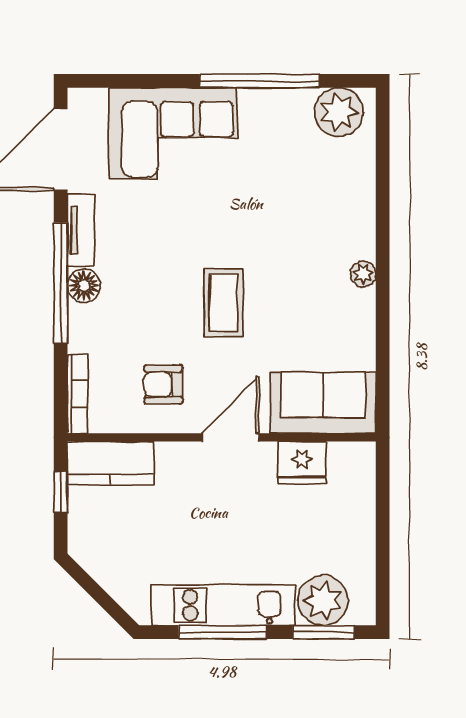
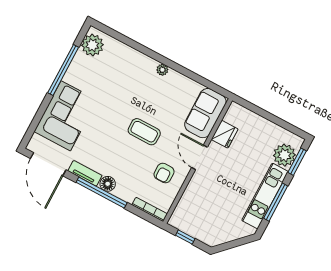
kitchen counter: (110, 463) -> (184, 211), removed

